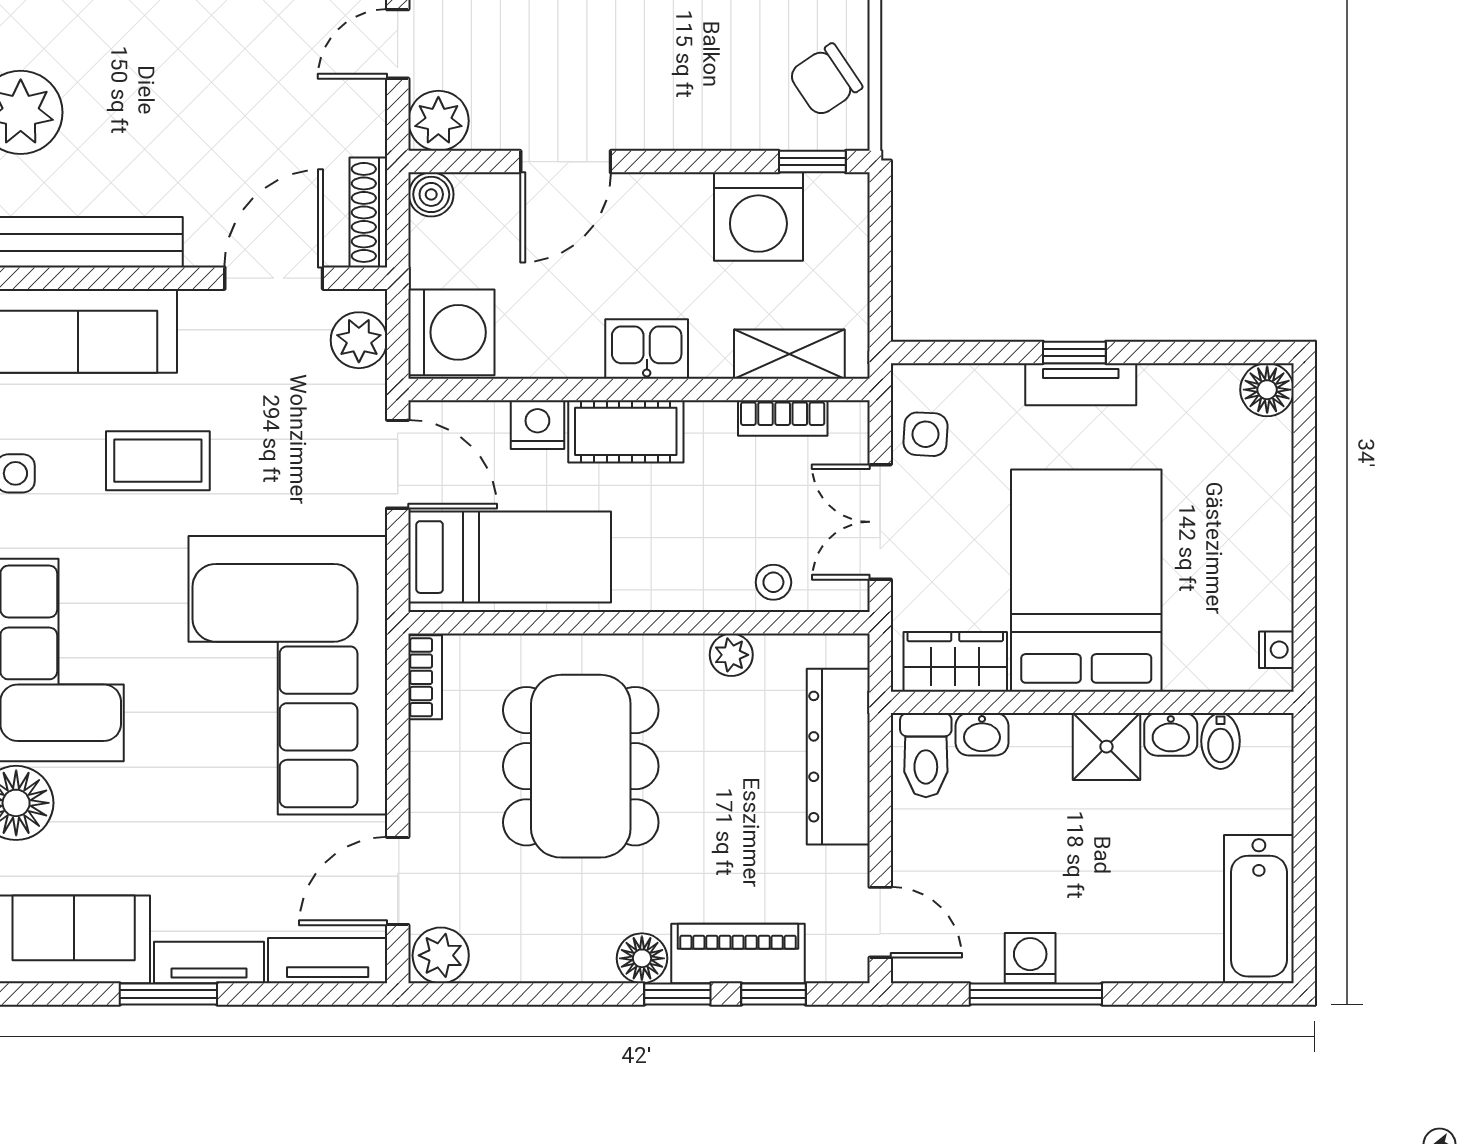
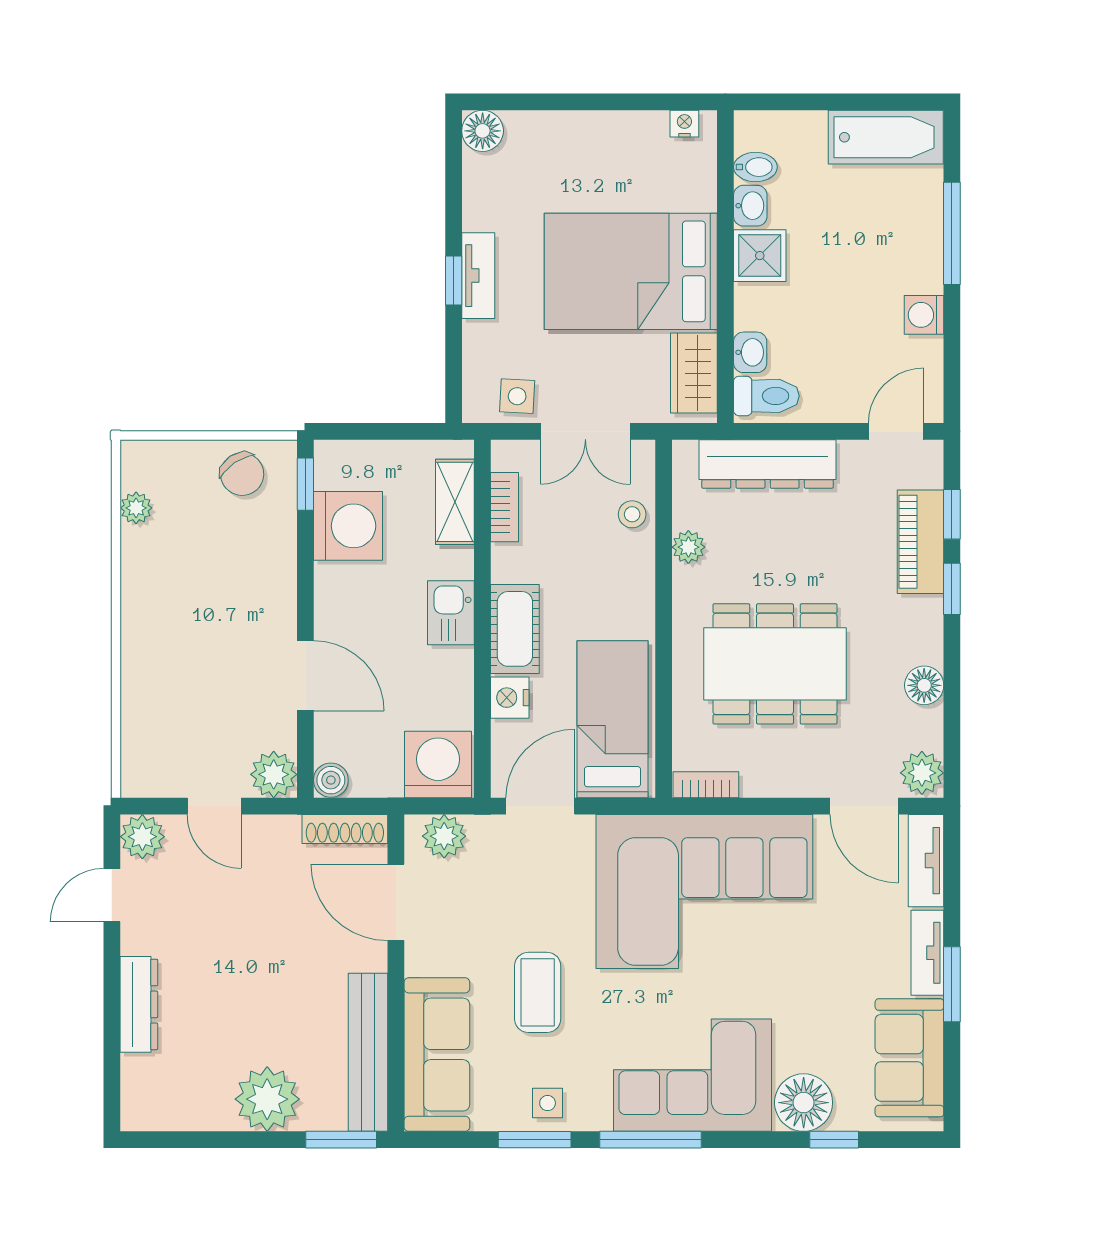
floor lamp: (642, 958) -> (924, 685), moved
window: (1036, 994) -> (952, 233), moved

